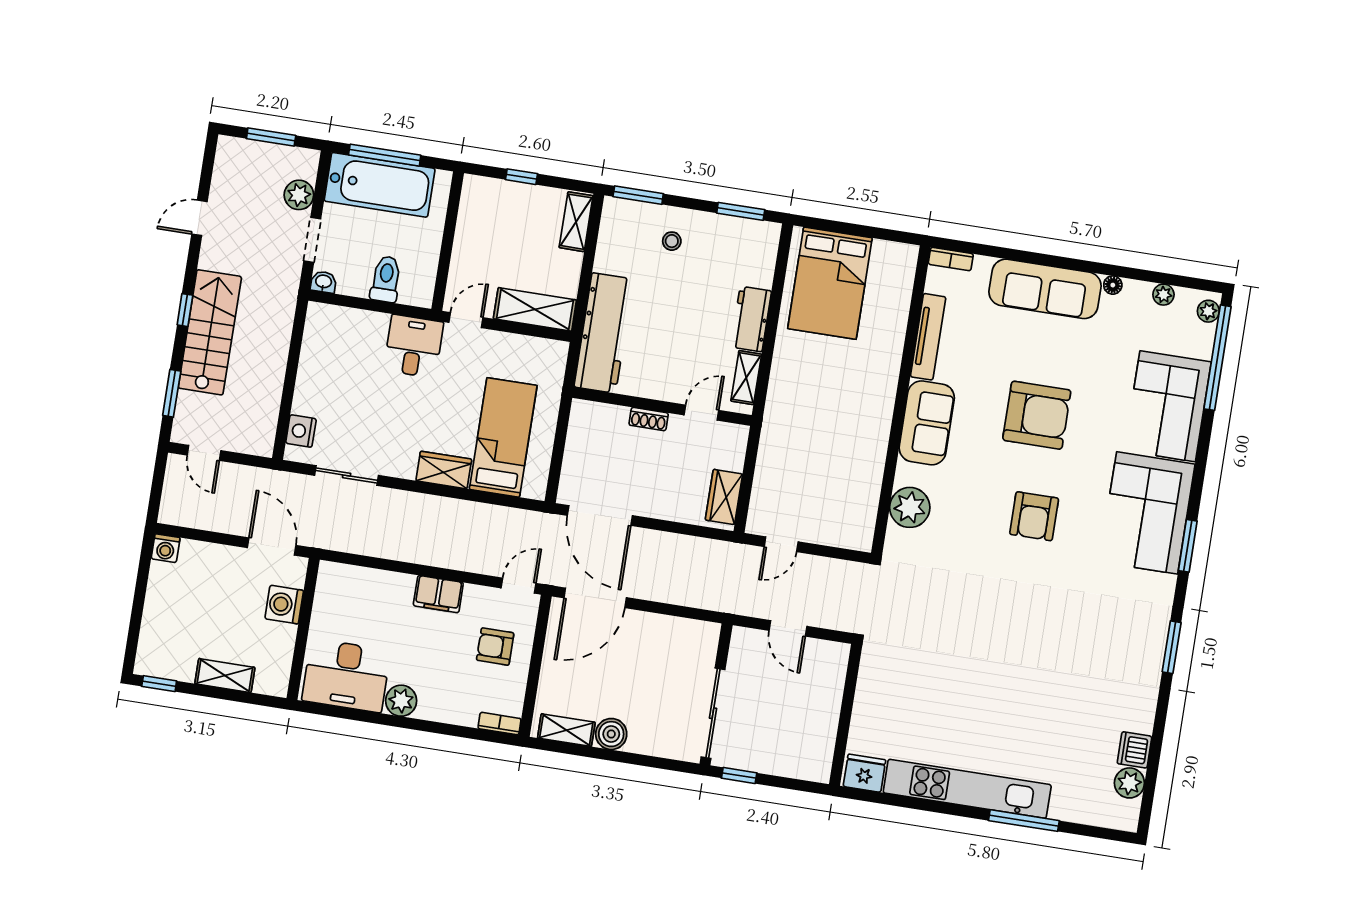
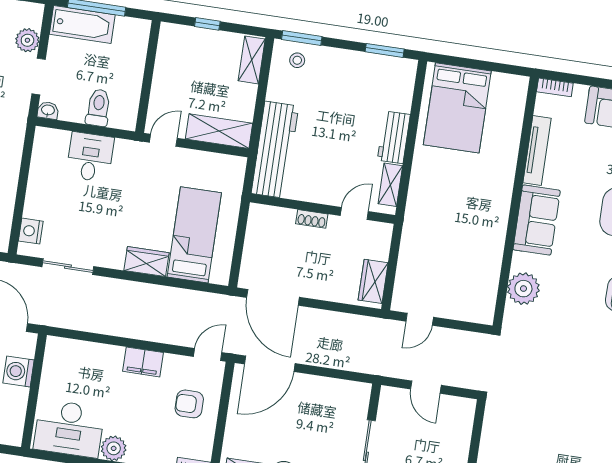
bathtub: (380, 185) -> (82, 25), width x0.73, depth x0.73
stool: (672, 241) -> (297, 60), moved
desk: (414, 346) -> (90, 157), moved

